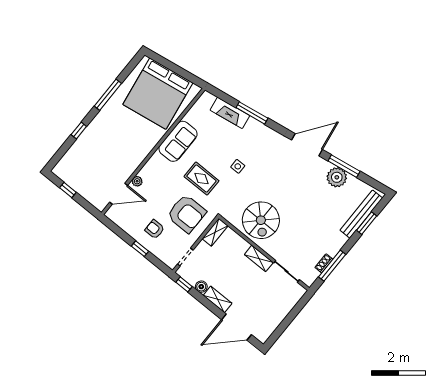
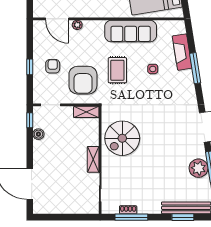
sofa: (178, 141) -> (131, 31), width x1.36
side table: (238, 166) -> (153, 69), moved
shelving: (218, 299) -> (39, 154), removed

